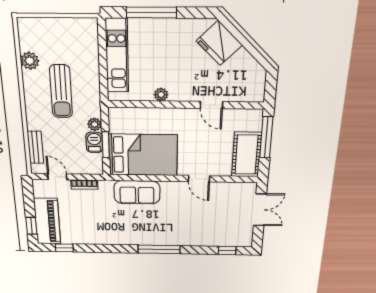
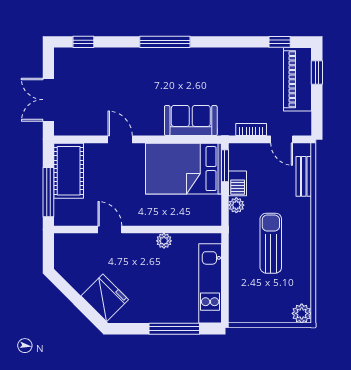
plant: (30, 61) -> (302, 313), moved
window: (106, 145) -> (225, 166), moved

